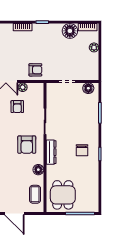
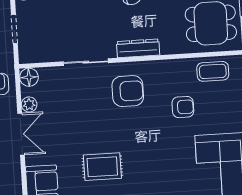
armchair: (17, 107) -> (183, 107), moved
floor lamp: (38, 170) -> (29, 77), moved

